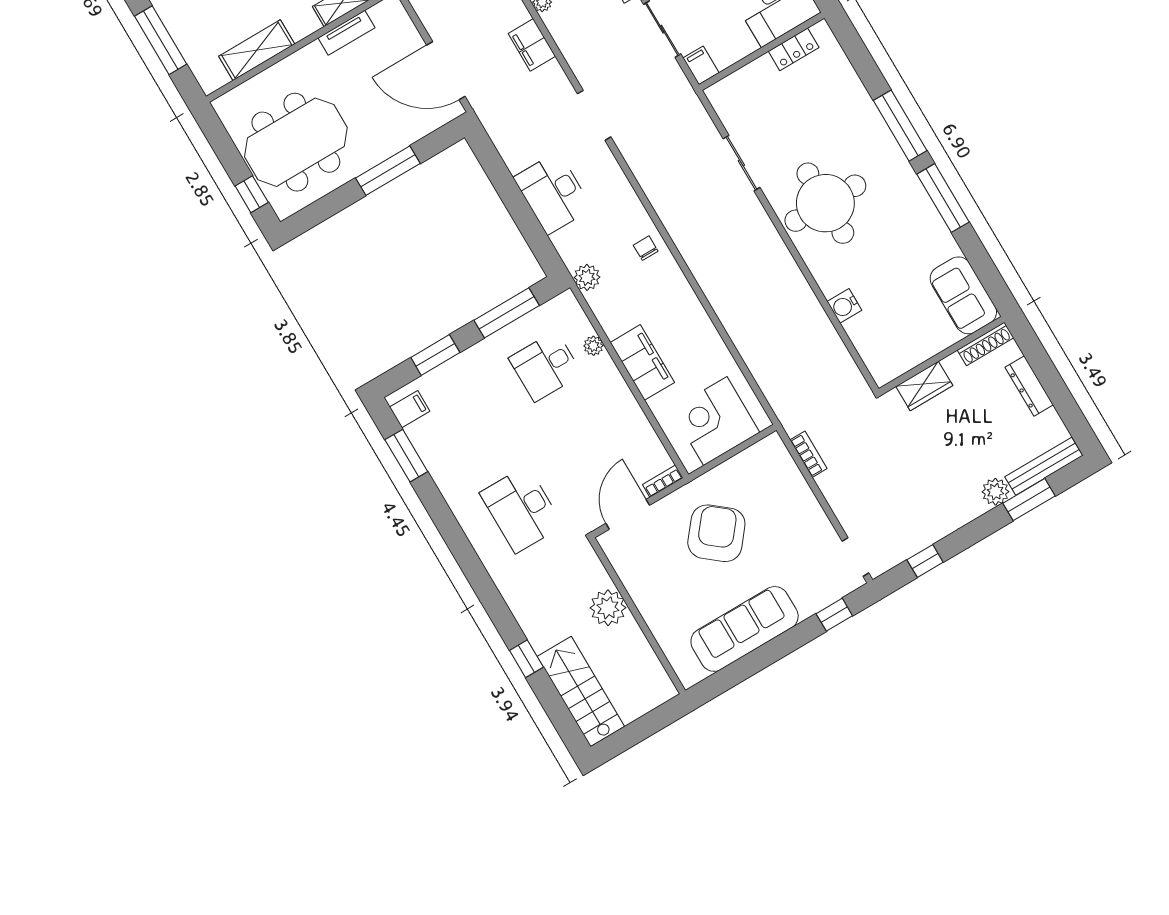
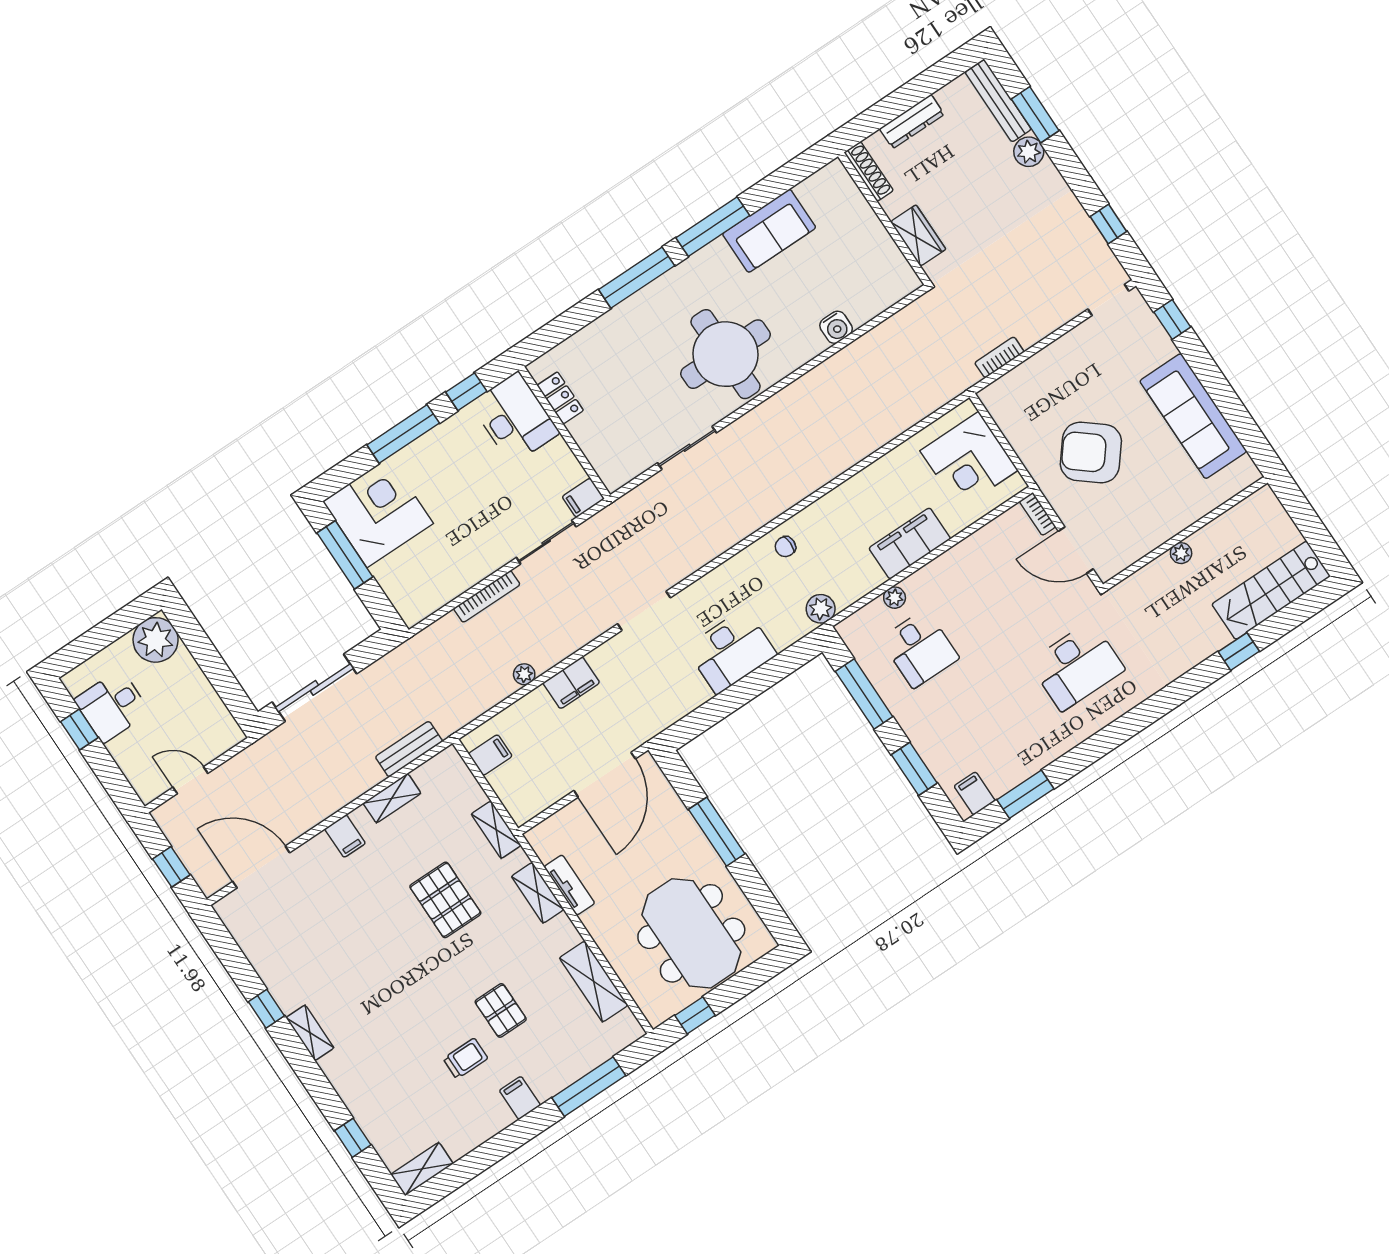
window: (252, 194) -> (695, 1015), moved
sofa: (963, 295) -> (769, 231), moved
plant: (608, 608) -> (1181, 553), width x0.53, depth x0.53

